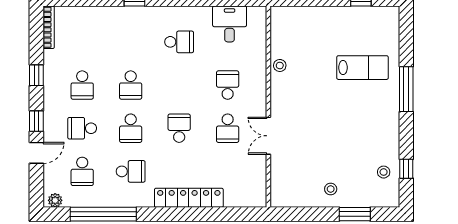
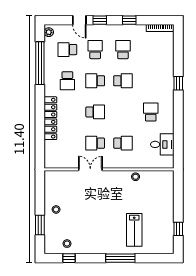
school desk: (179, 42) -> (151, 112), turned 180
school desk: (82, 85) -> (123, 50), turned 90
school desk: (131, 85) -> (123, 81), turned 180

